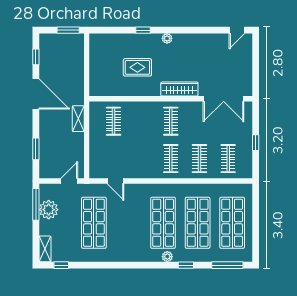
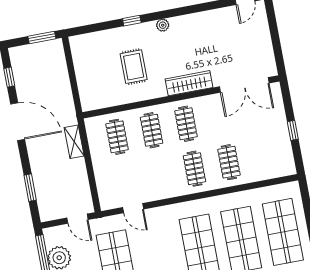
rug: (137, 67) -> (134, 67), turned 90
clothes rail: (228, 159) -> (152, 130), moved
door: (69, 181) -> (77, 219), swing flipped

